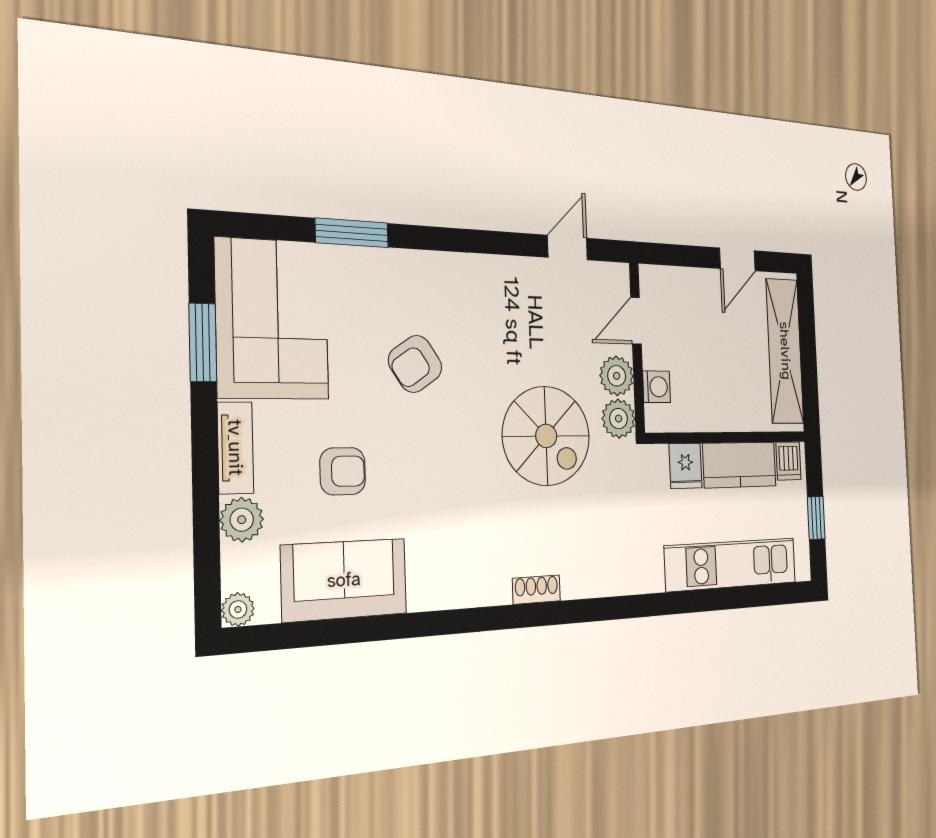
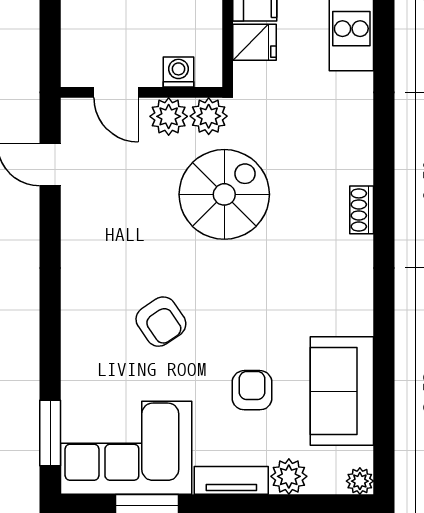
window: (352, 233) -> (50, 433), moved

